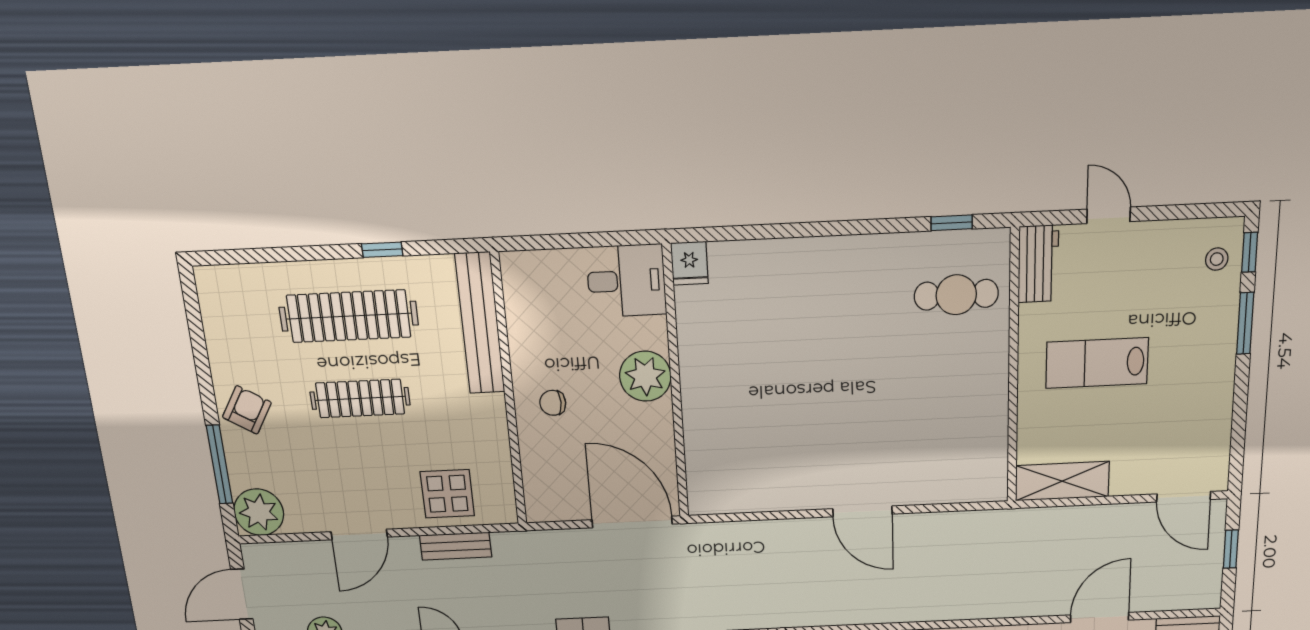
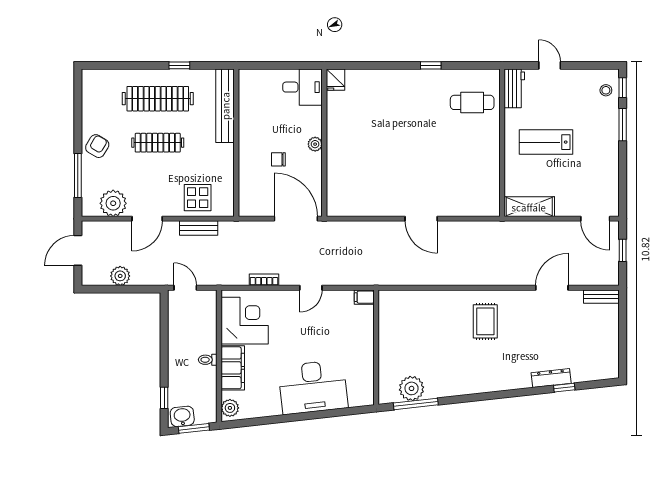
window: (952, 223) -> (431, 65), moved
plant: (645, 376) -> (315, 144), width x0.53, depth x0.53
chair: (553, 403) -> (278, 159), moved
plant: (259, 512) -> (113, 203), moved

